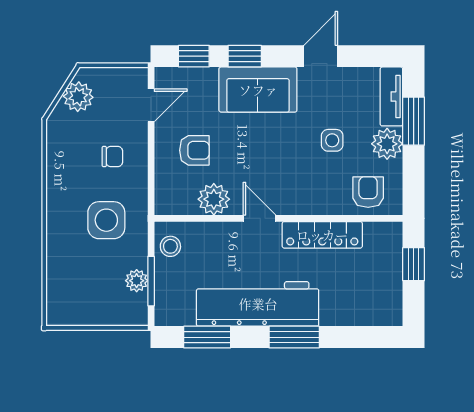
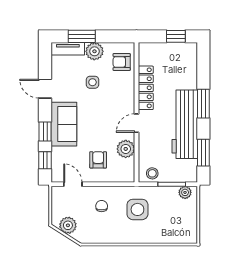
window: (414, 264) -> (176, 36), moved
plant: (137, 281) -> (185, 192), moved

